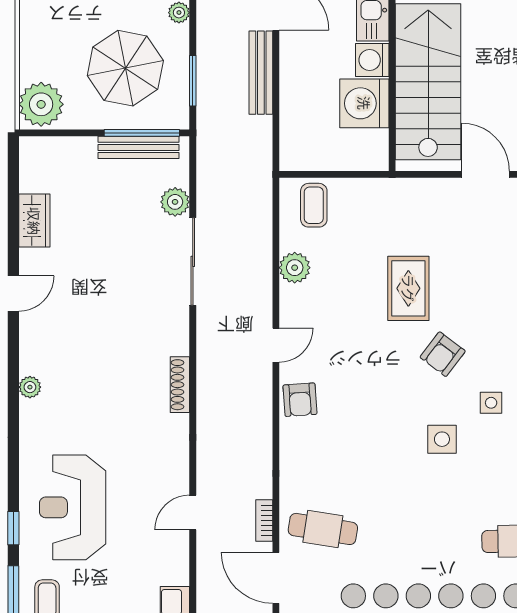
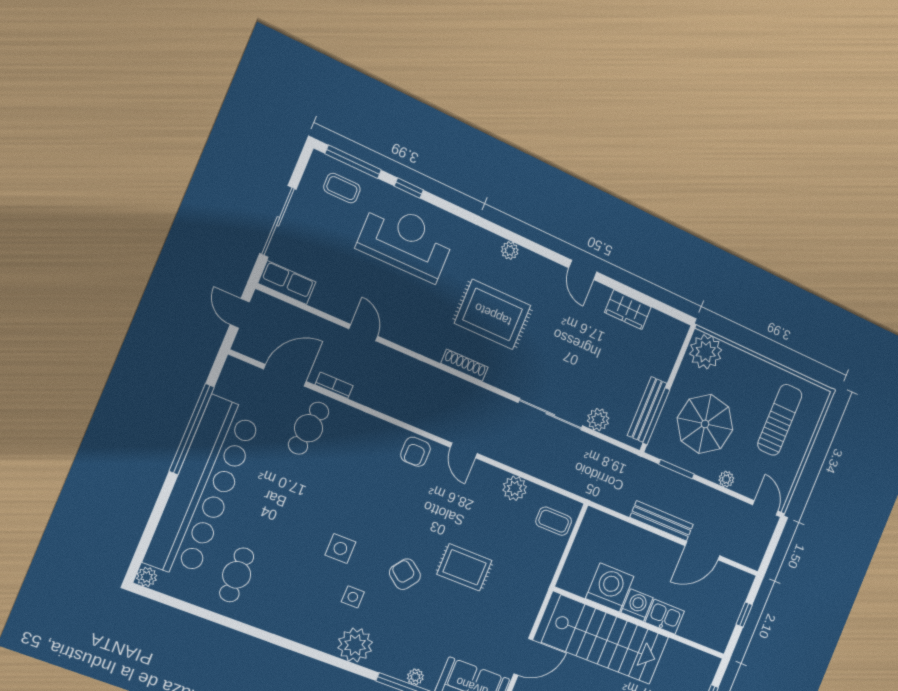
rug: (110, 377) -> (493, 314), added
armchair: (300, 400) -> (416, 452), turned -86

